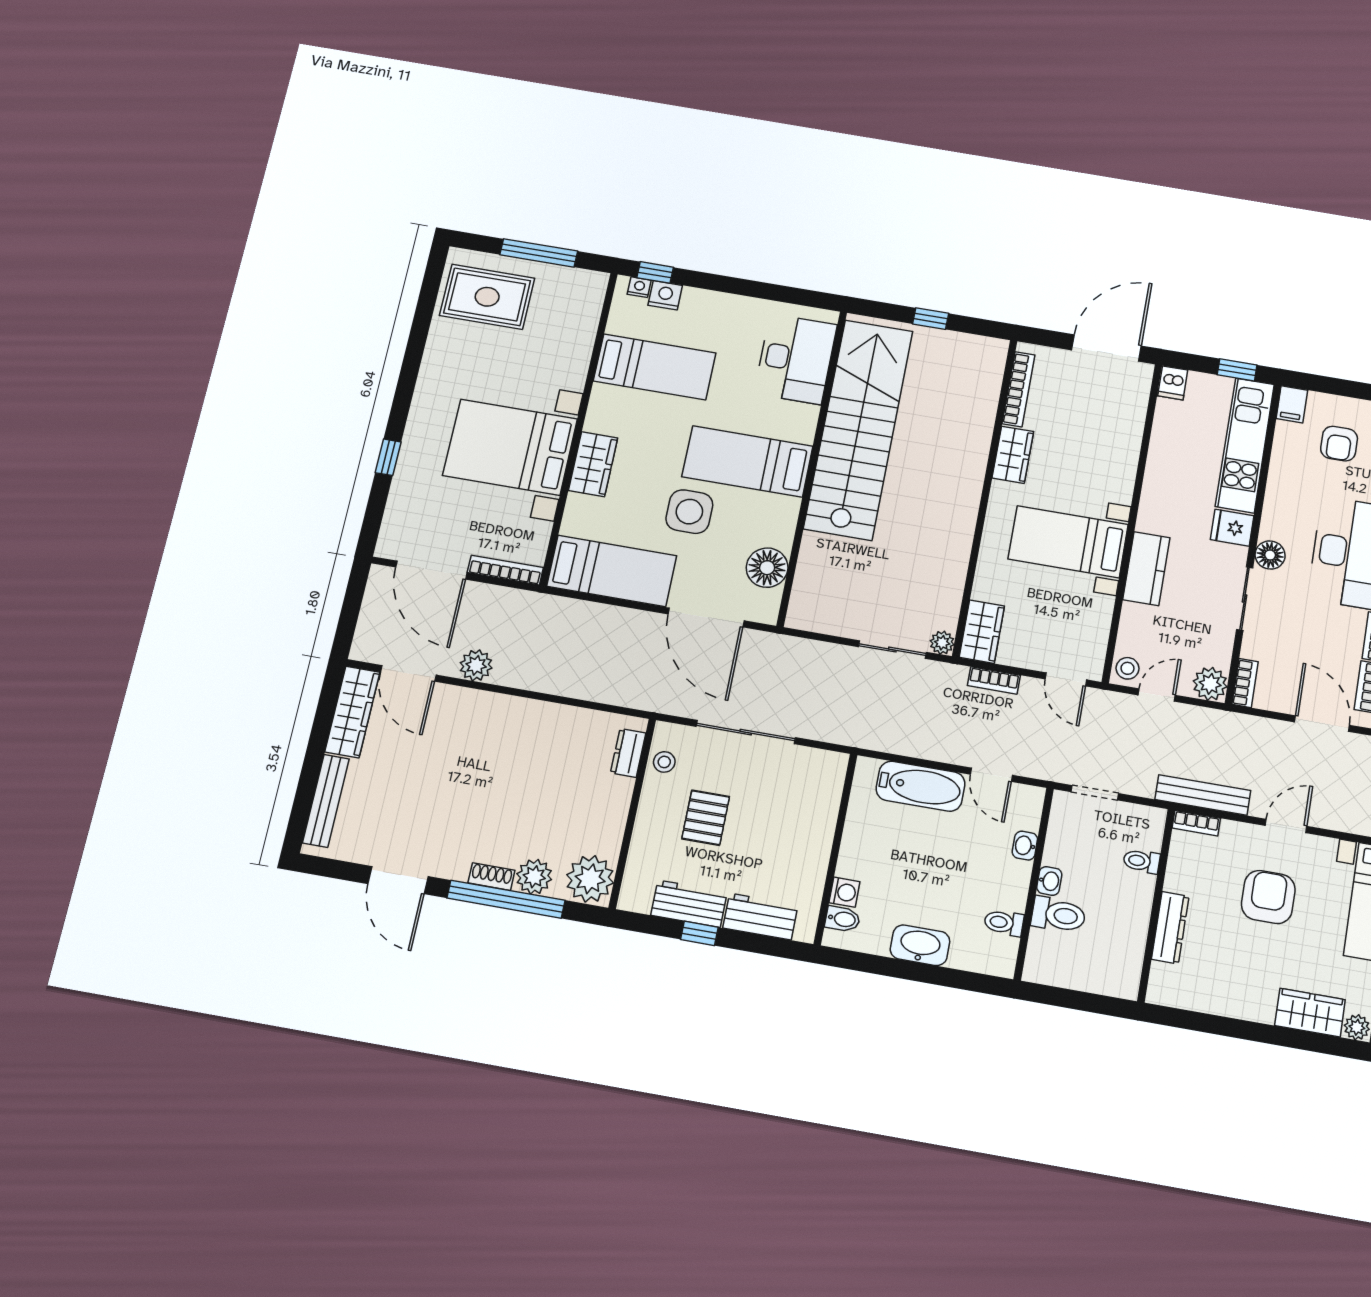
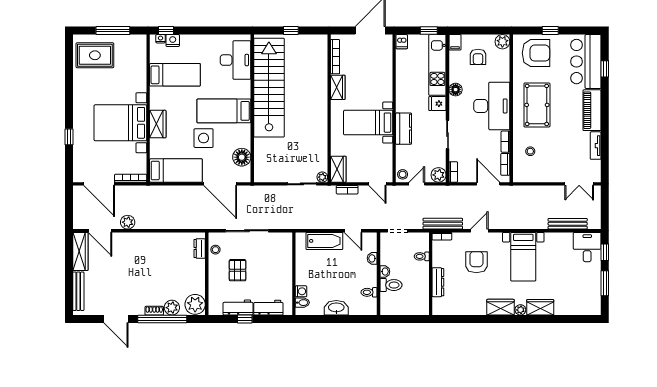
floor lamp: (1270, 555) -> (456, 90), moved

